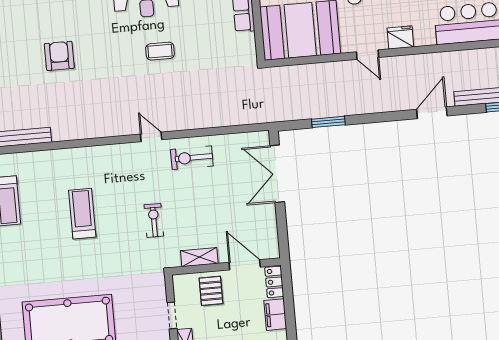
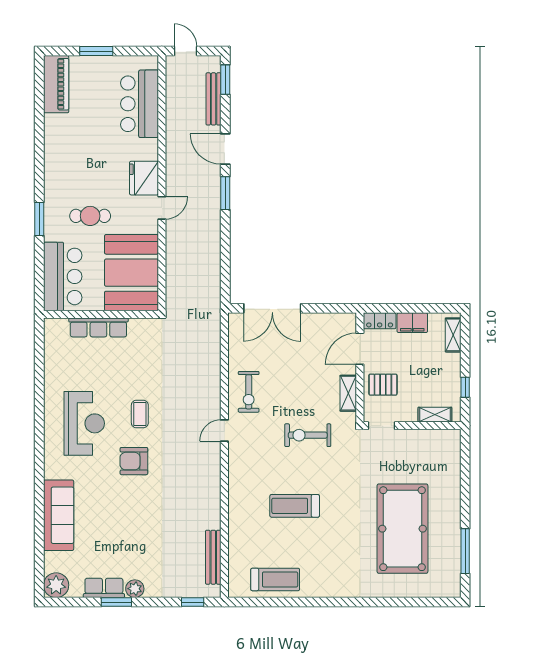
fridge: (400, 38) -> (144, 178), width x1.36, depth x1.34
armchair: (59, 56) -> (134, 461), moved
window: (328, 122) -> (225, 193), moved
exercise bike: (154, 220) -> (308, 435), width x1.38, depth x1.39
doorway: (172, 315) -> (381, 426), moved

